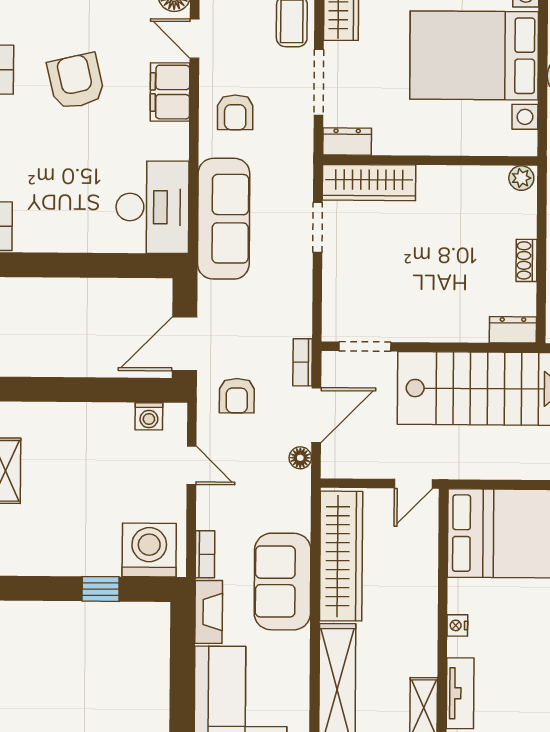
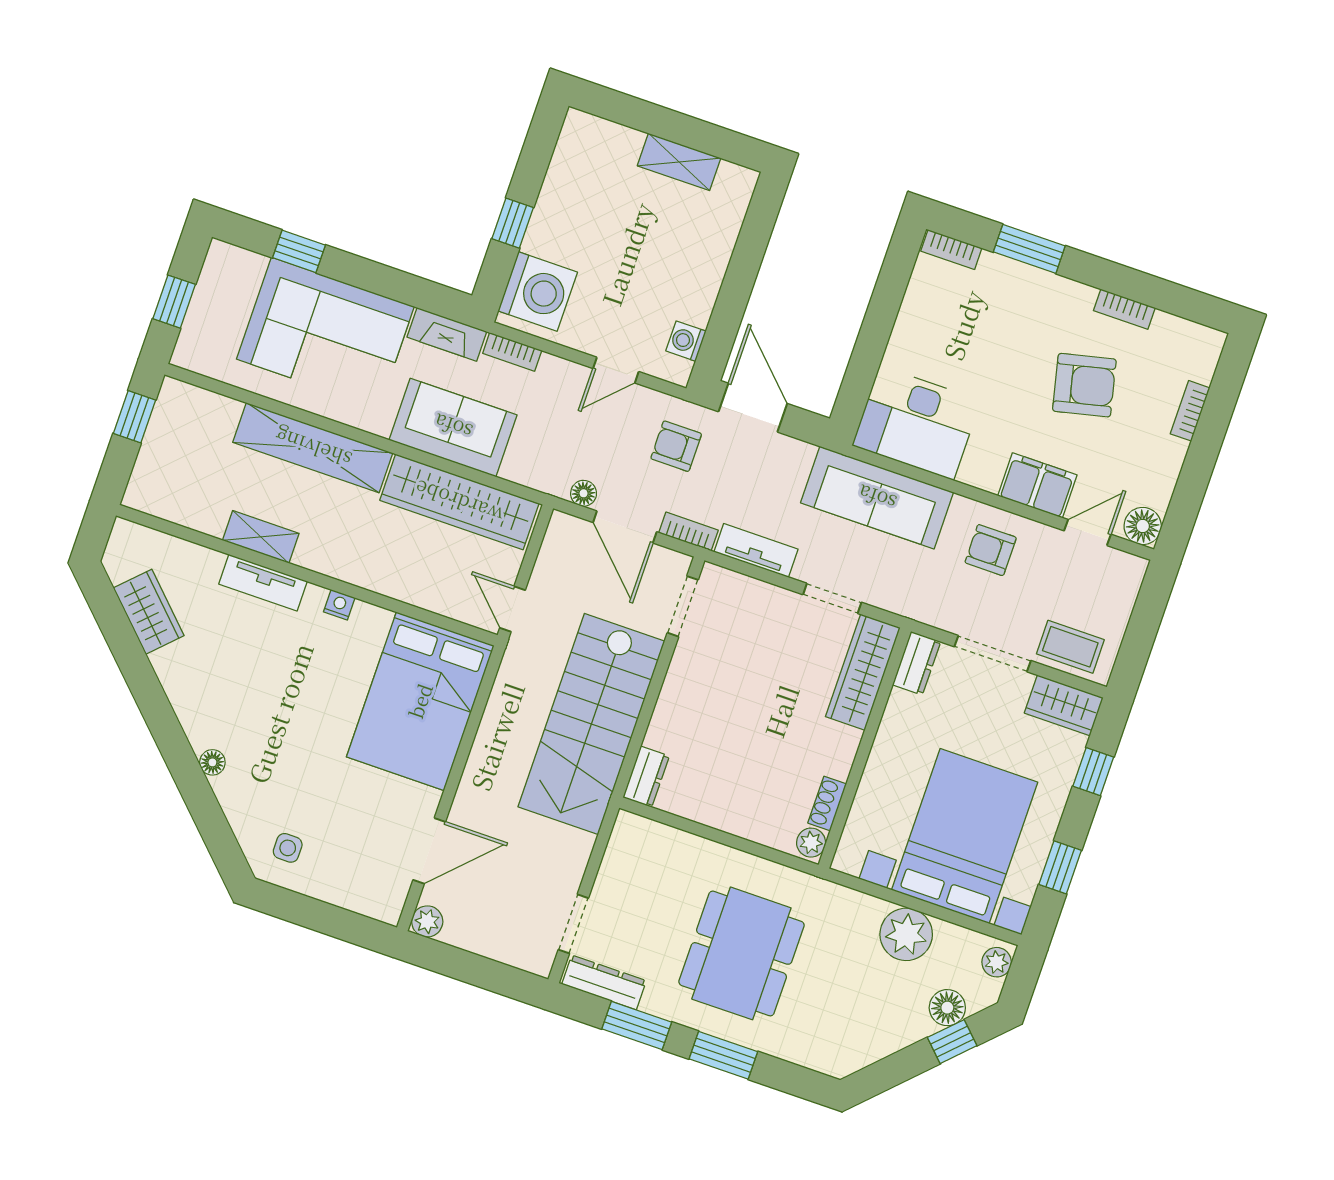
shoe rack: (526, 260) -> (827, 804), moved, turned -90
tv unit: (300, 302) -> (756, 550), added

